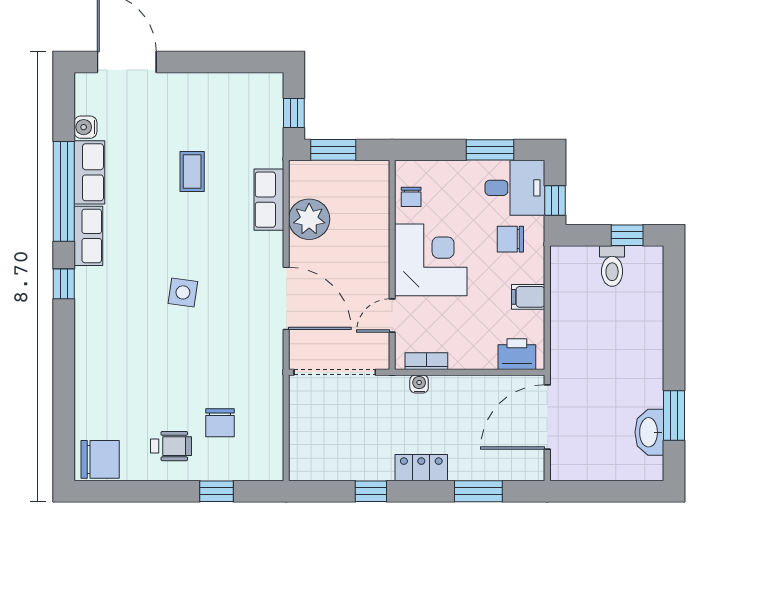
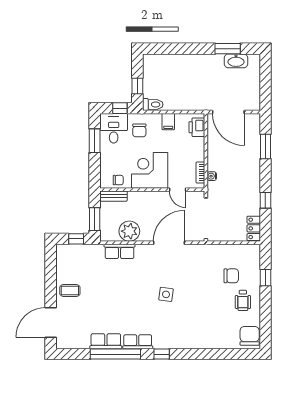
water cooler: (85, 127) -> (83, 343), removed
coffee table: (192, 171) -> (70, 290), moved
bench: (379, 187) -> (113, 196), added
window: (627, 235) -> (137, 86), moved
toilet: (612, 266) -> (153, 104), moved
wheelchair: (171, 446) -> (243, 300), turned 180
locker: (421, 468) -> (254, 228), moved

